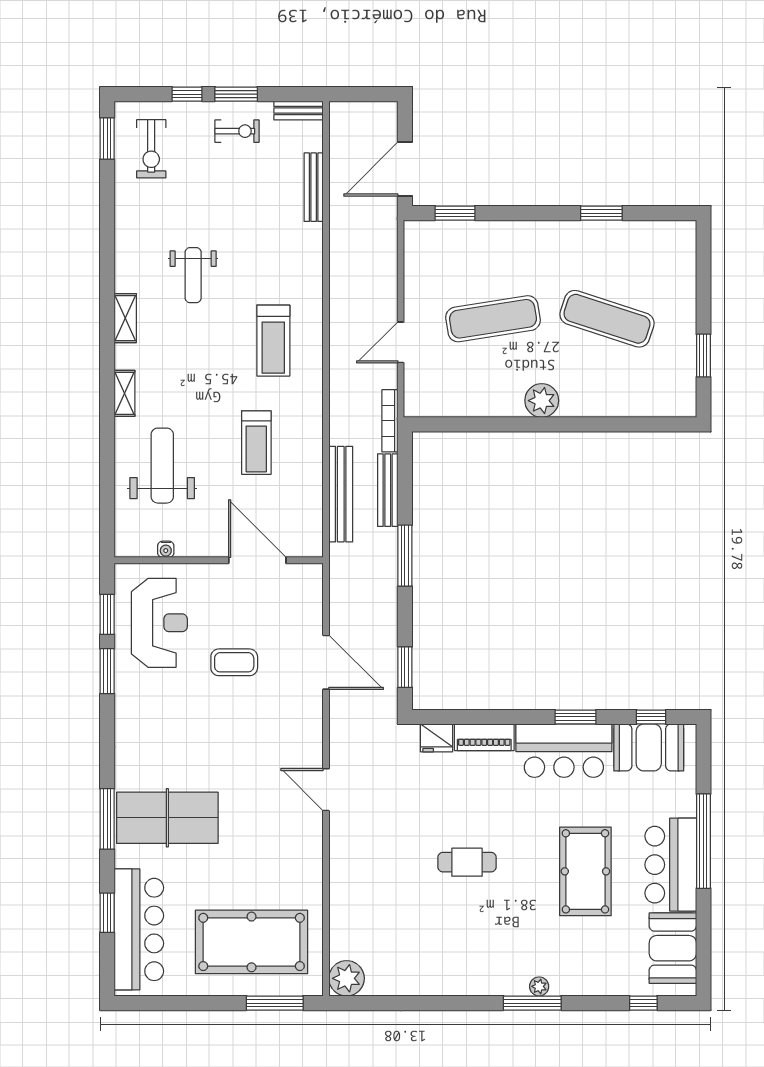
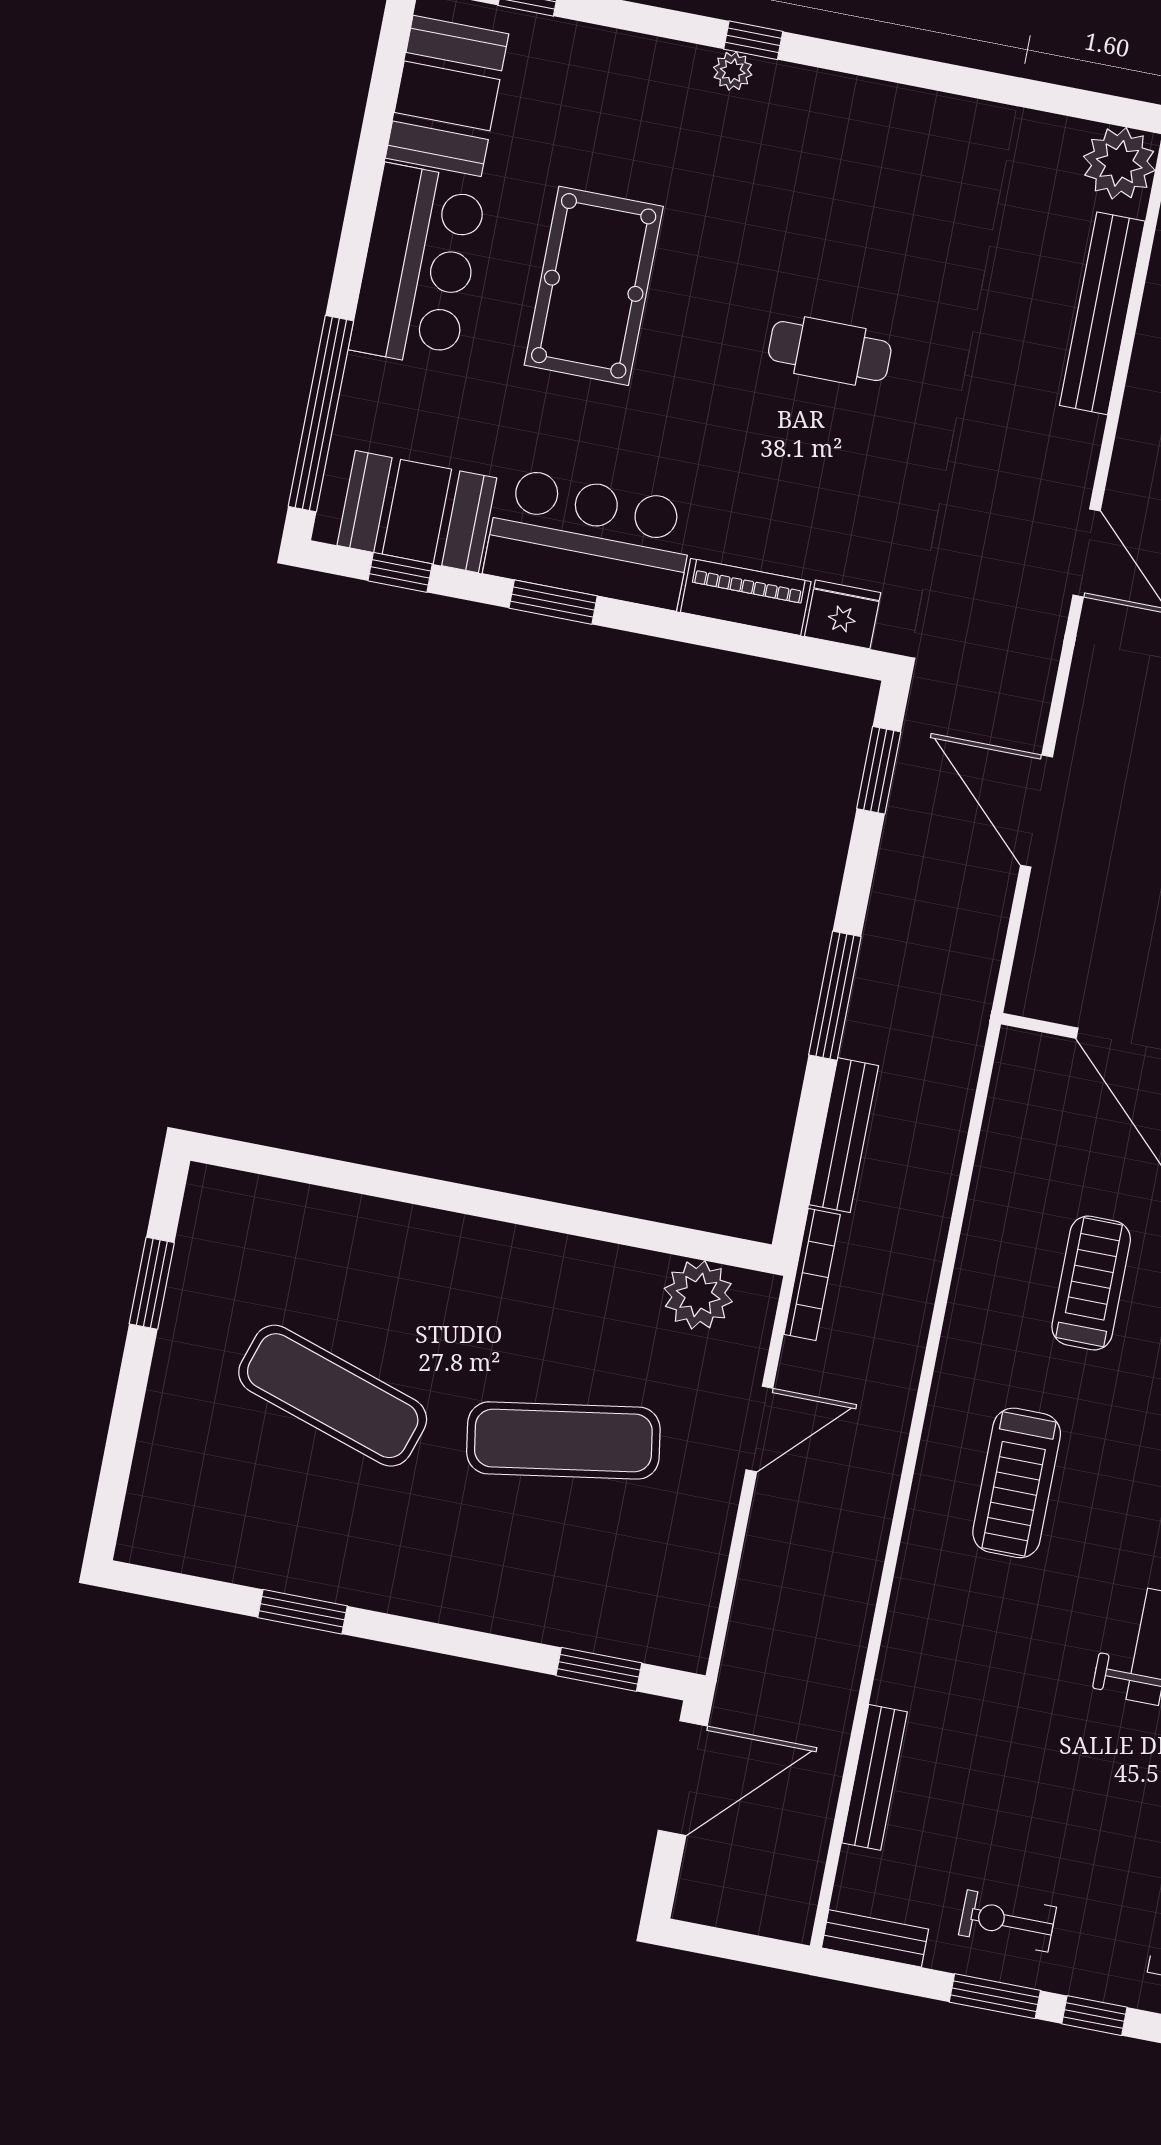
treadmill: (273, 341) -> (1017, 1483), turned 180
plant: (542, 401) -> (698, 1295), moved
bench: (341, 494) -> (1102, 313), moved
window: (703, 841) -> (321, 414), moved
window: (532, 1003) -> (753, 40), width x0.46

